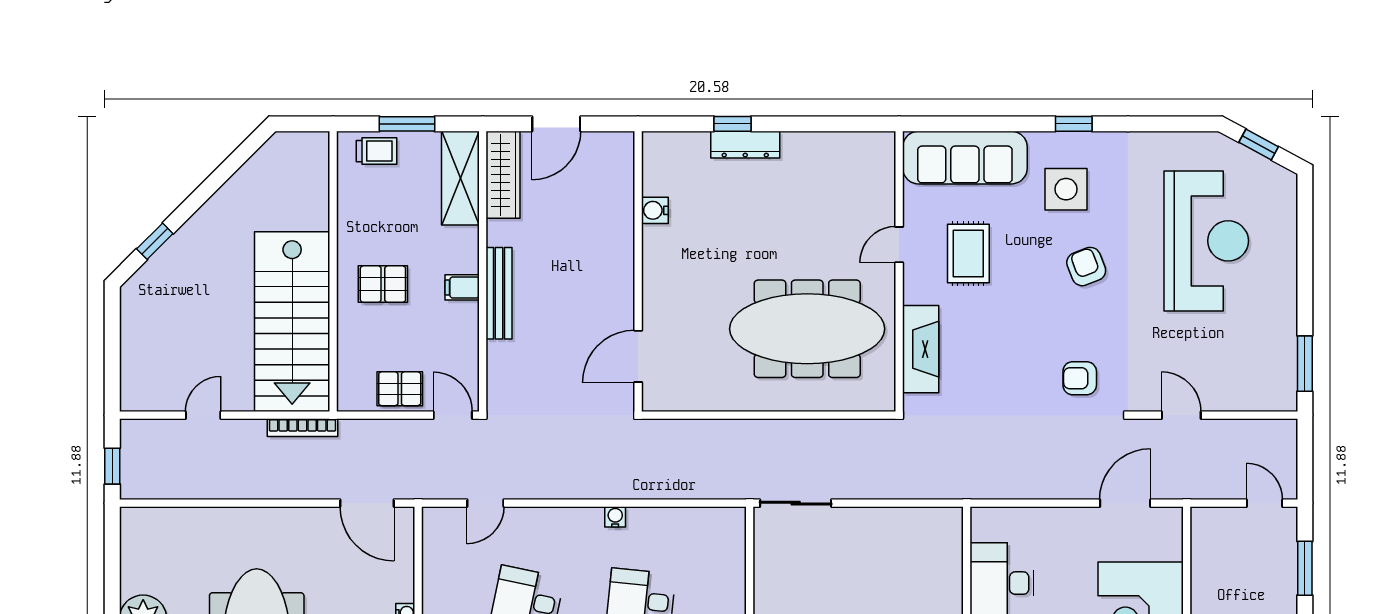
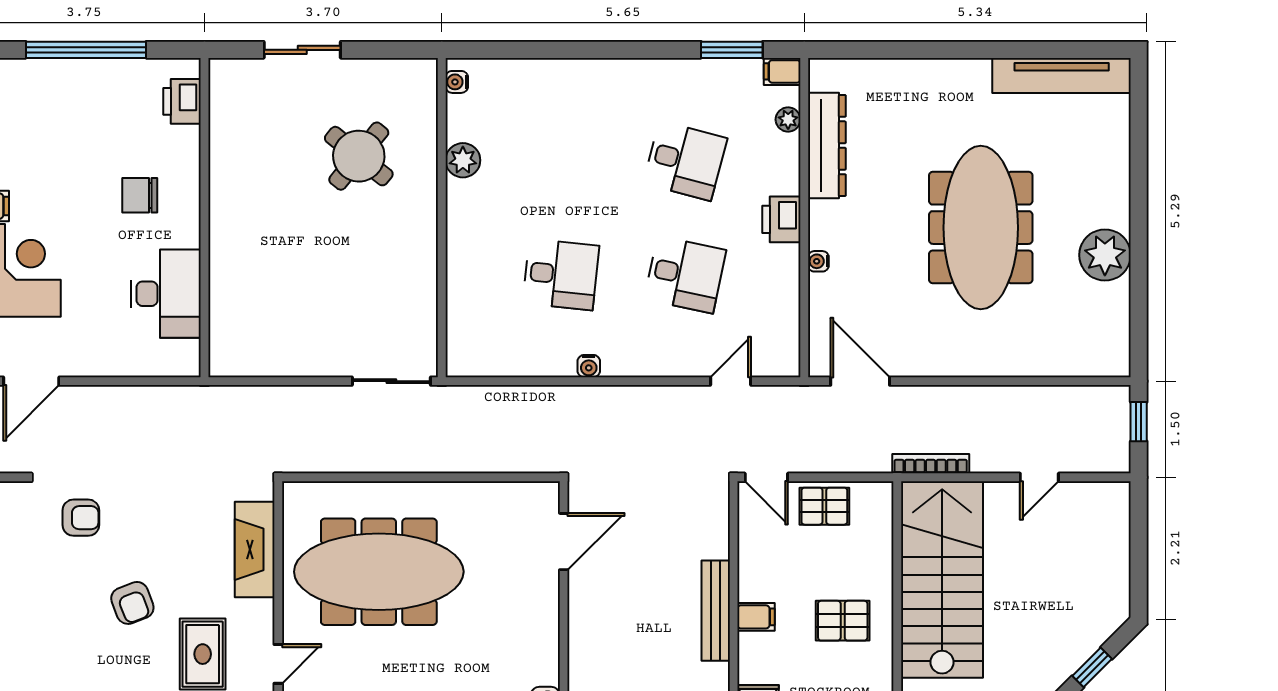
armchair: (1086, 267) -> (132, 603), moved

